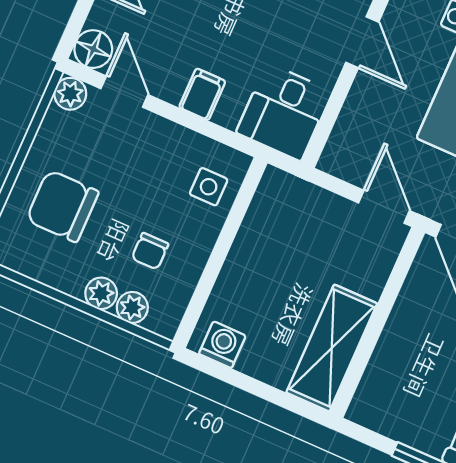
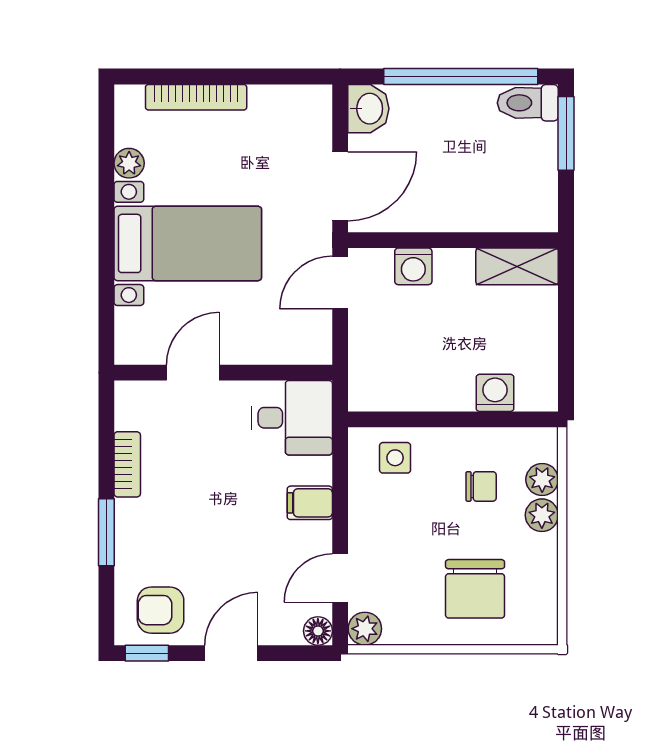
floor lamp: (93, 49) -> (318, 631), width x0.73, depth x0.73
washing machine: (370, 277) -> (413, 266), added
washing machine: (222, 345) -> (495, 393), moved, turned 90
shelving: (332, 348) -> (517, 266), width x0.67, depth x0.75

